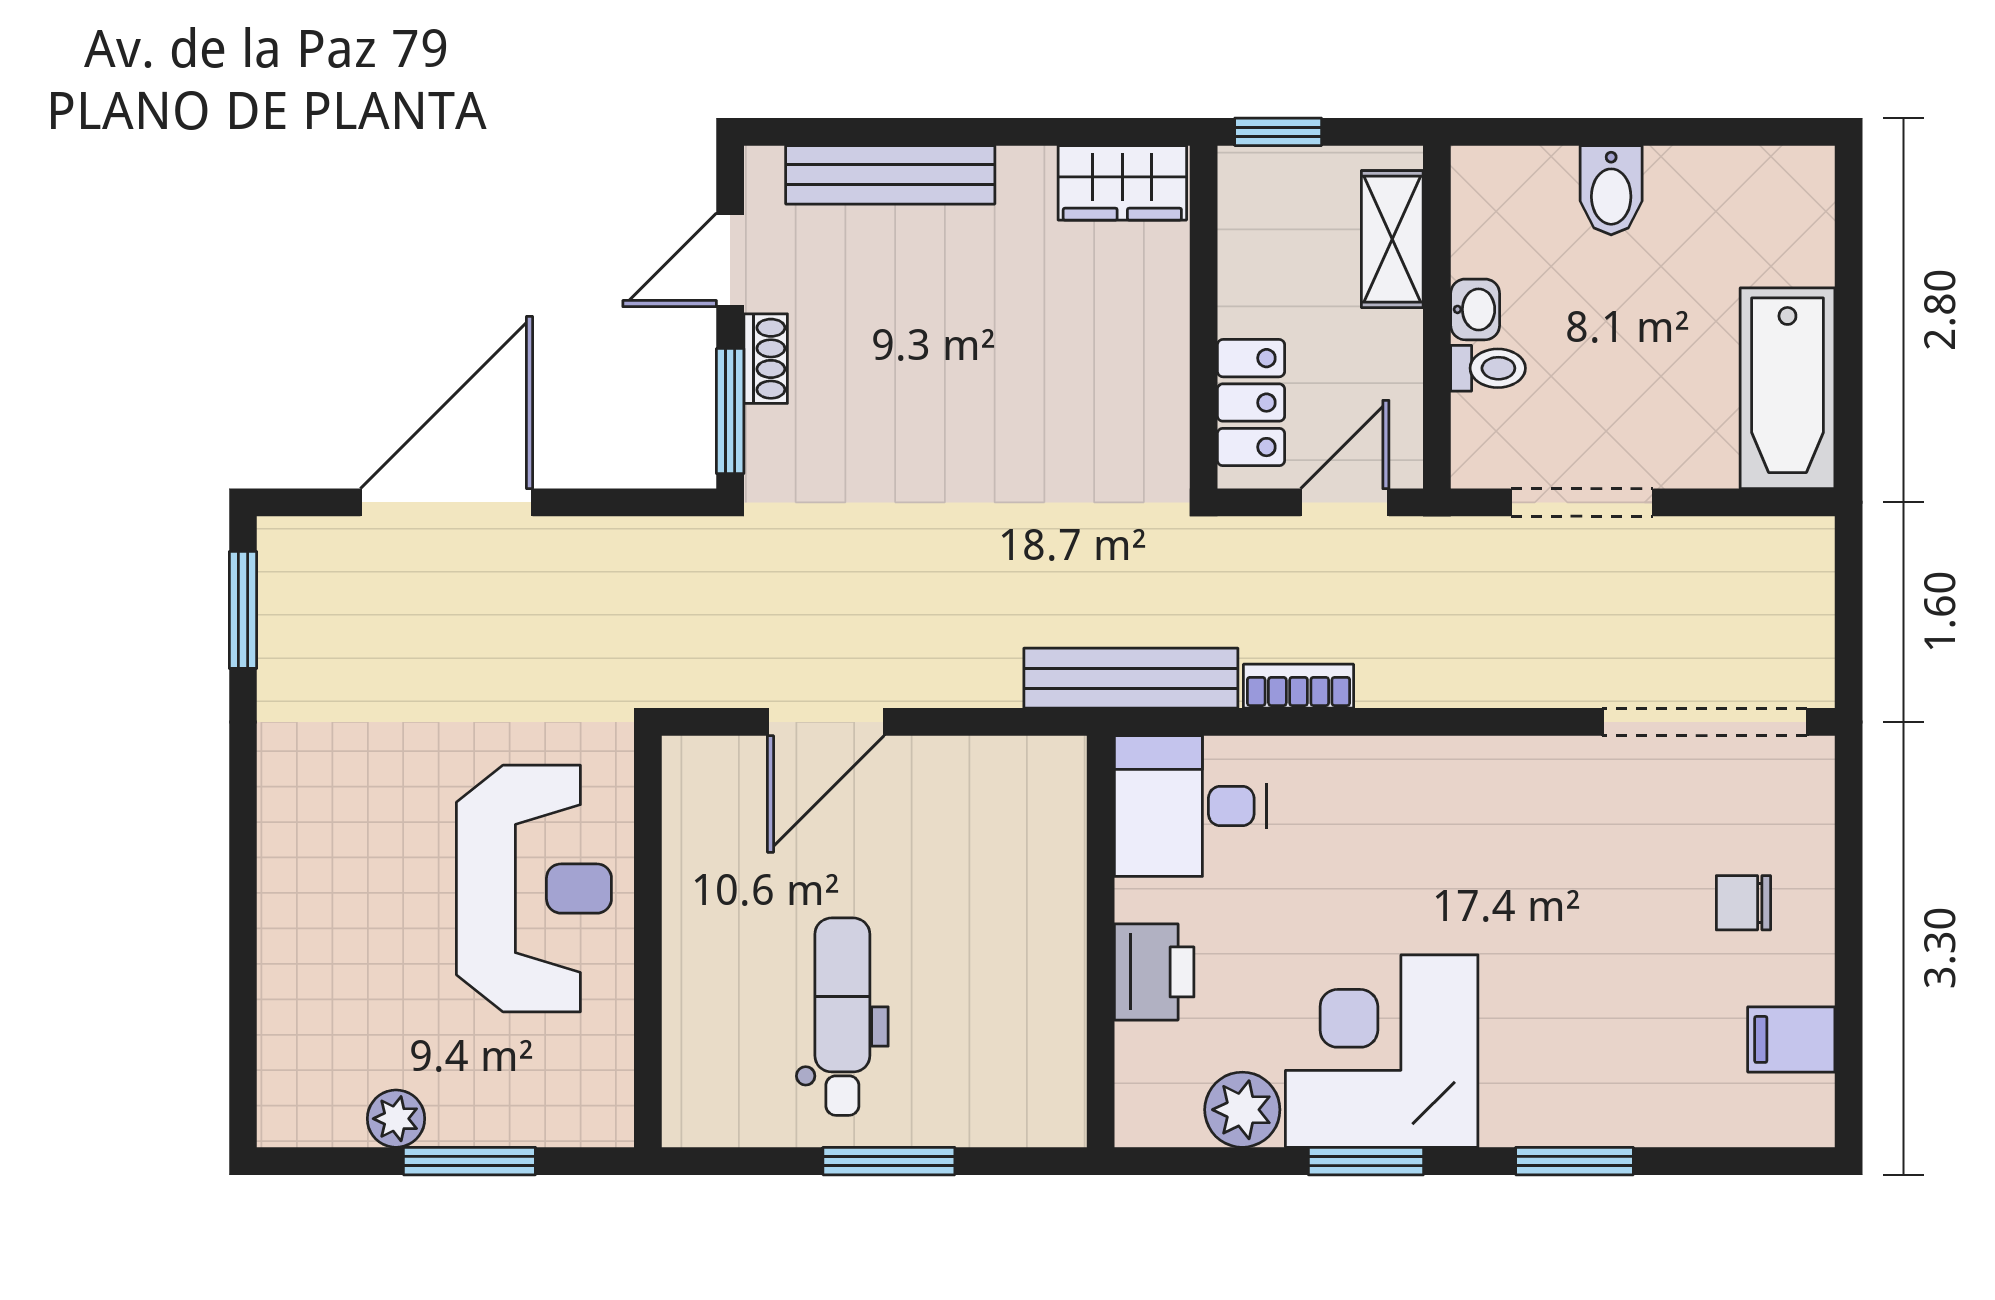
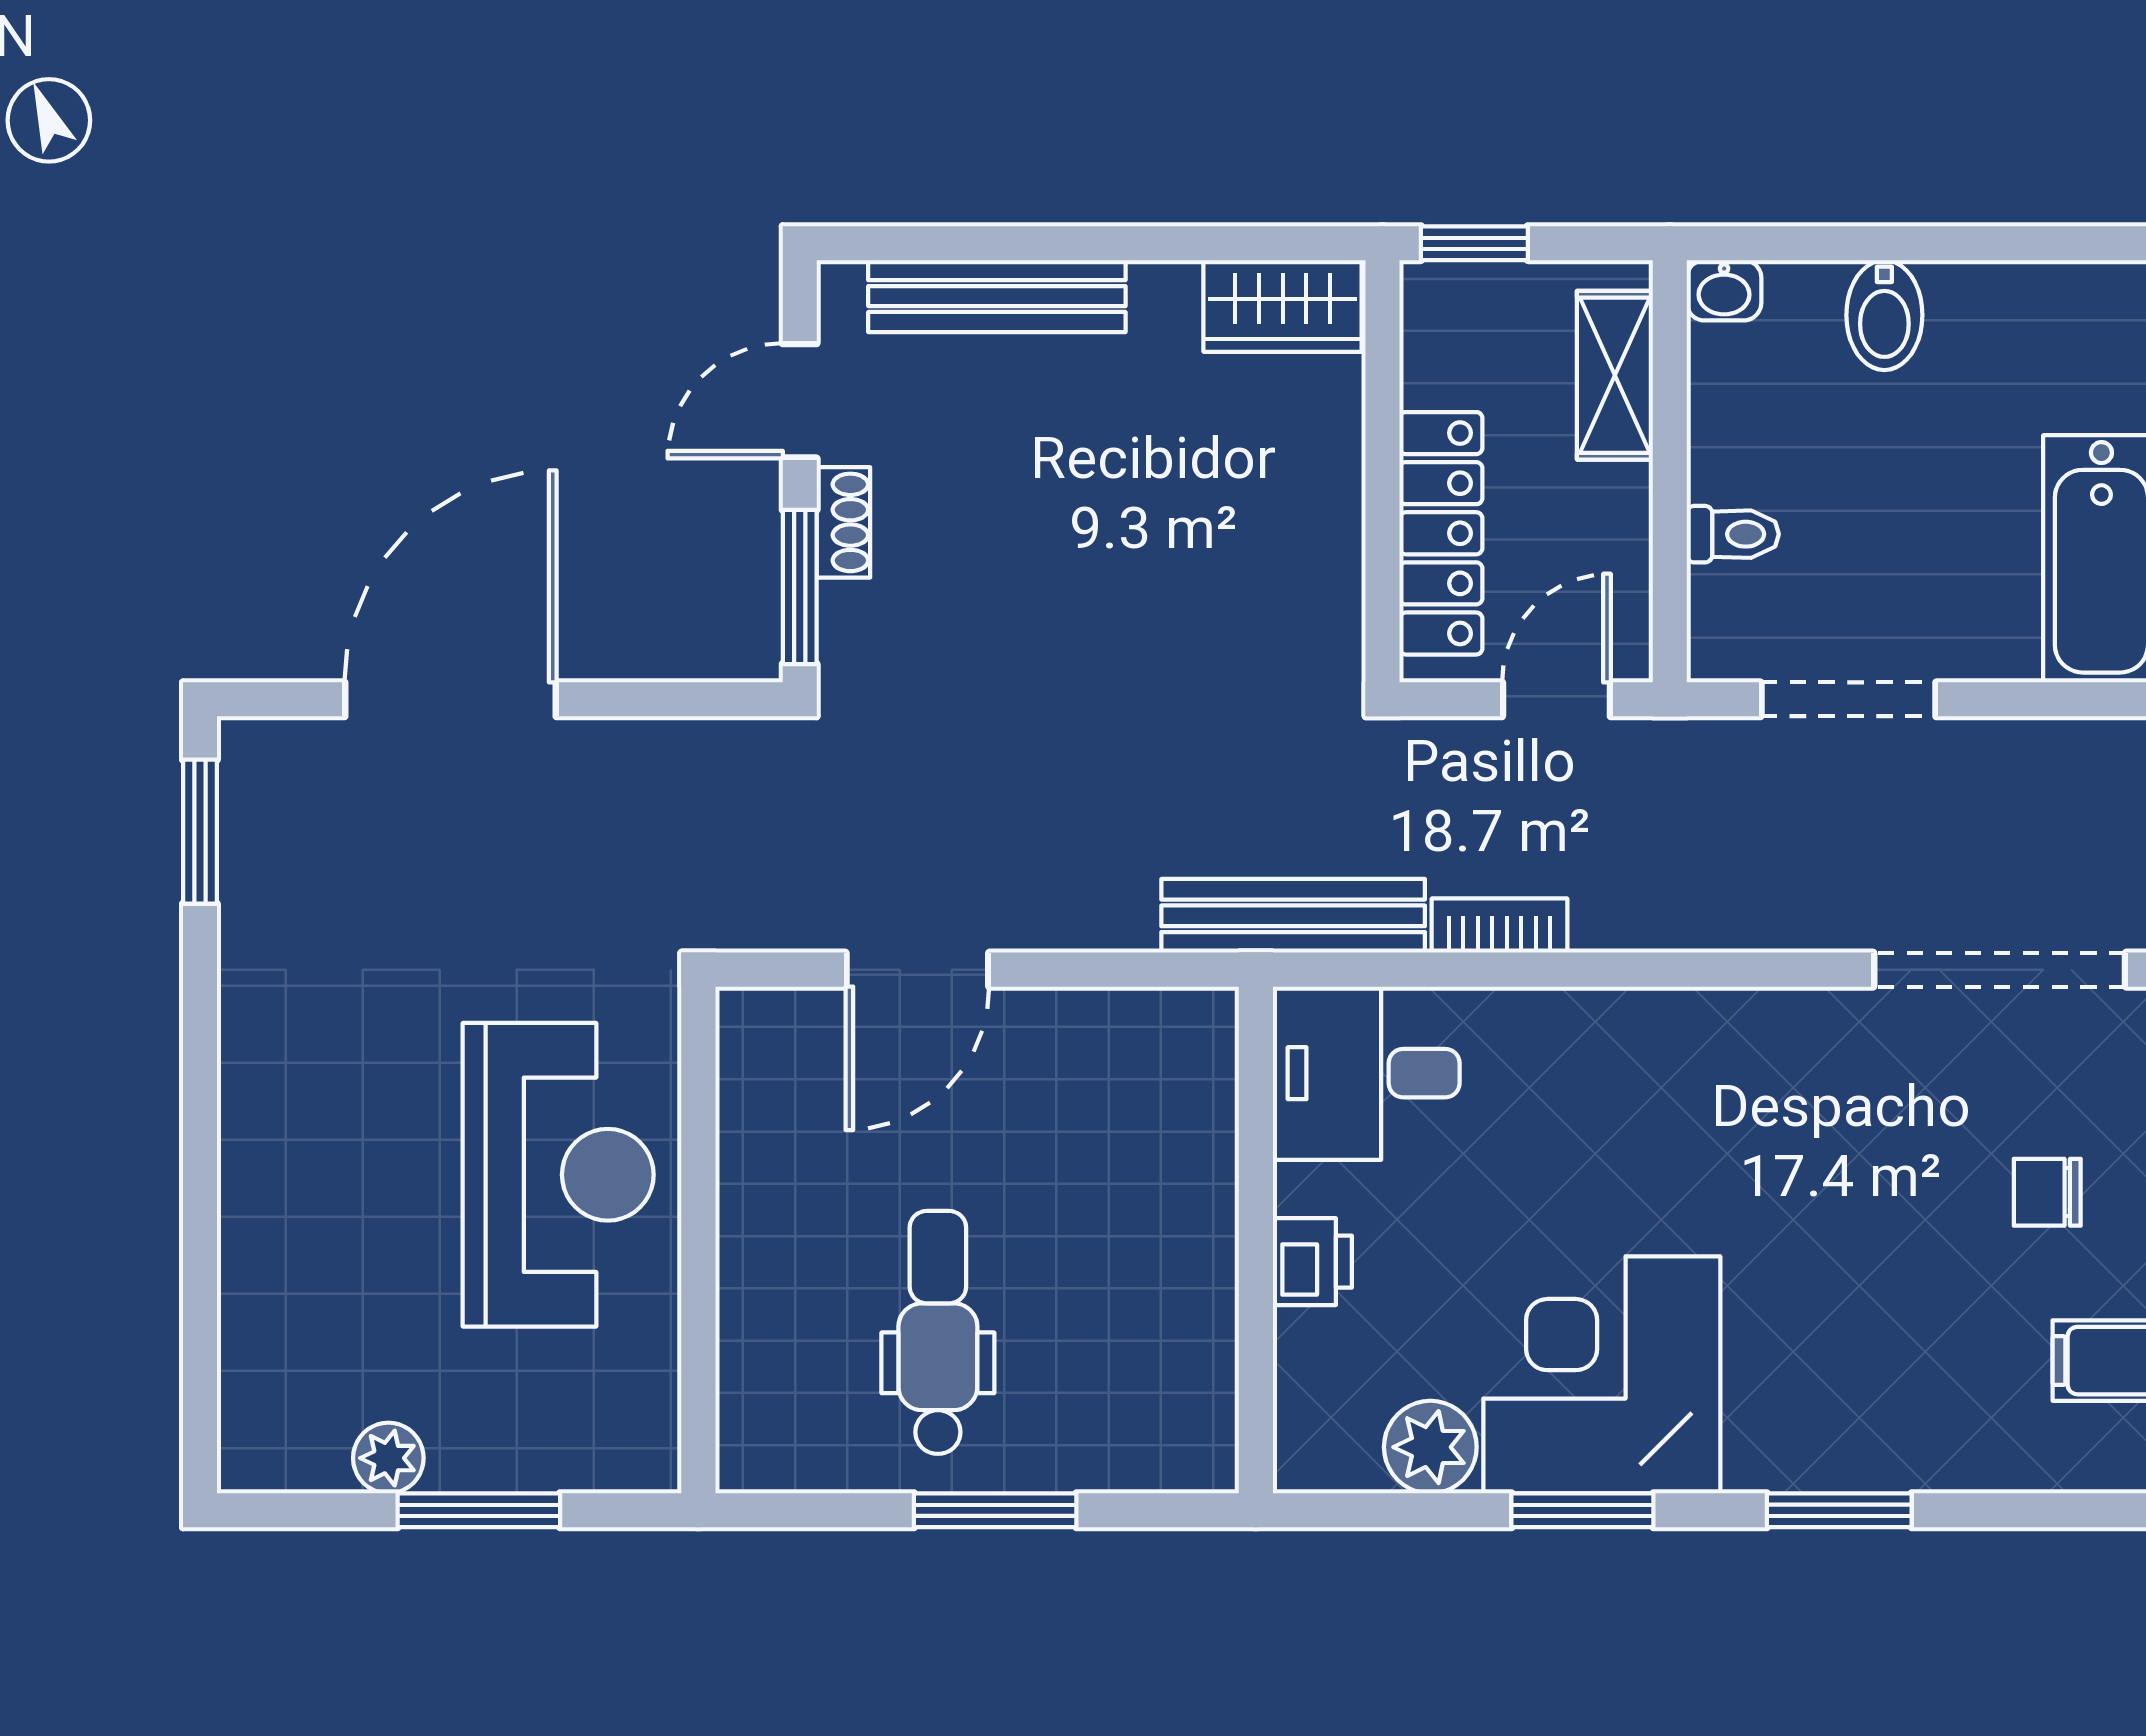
washbasin: (1475, 309) -> (1724, 290), moved, turned 90
locker: (1251, 403) -> (1441, 533), width x1.53
printer: (1154, 972) -> (1312, 1262), width x0.73, depth x0.81

